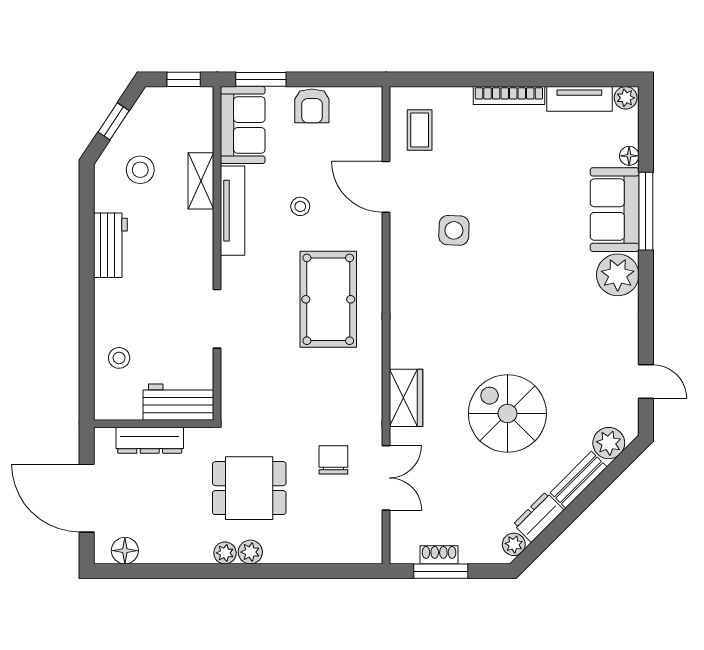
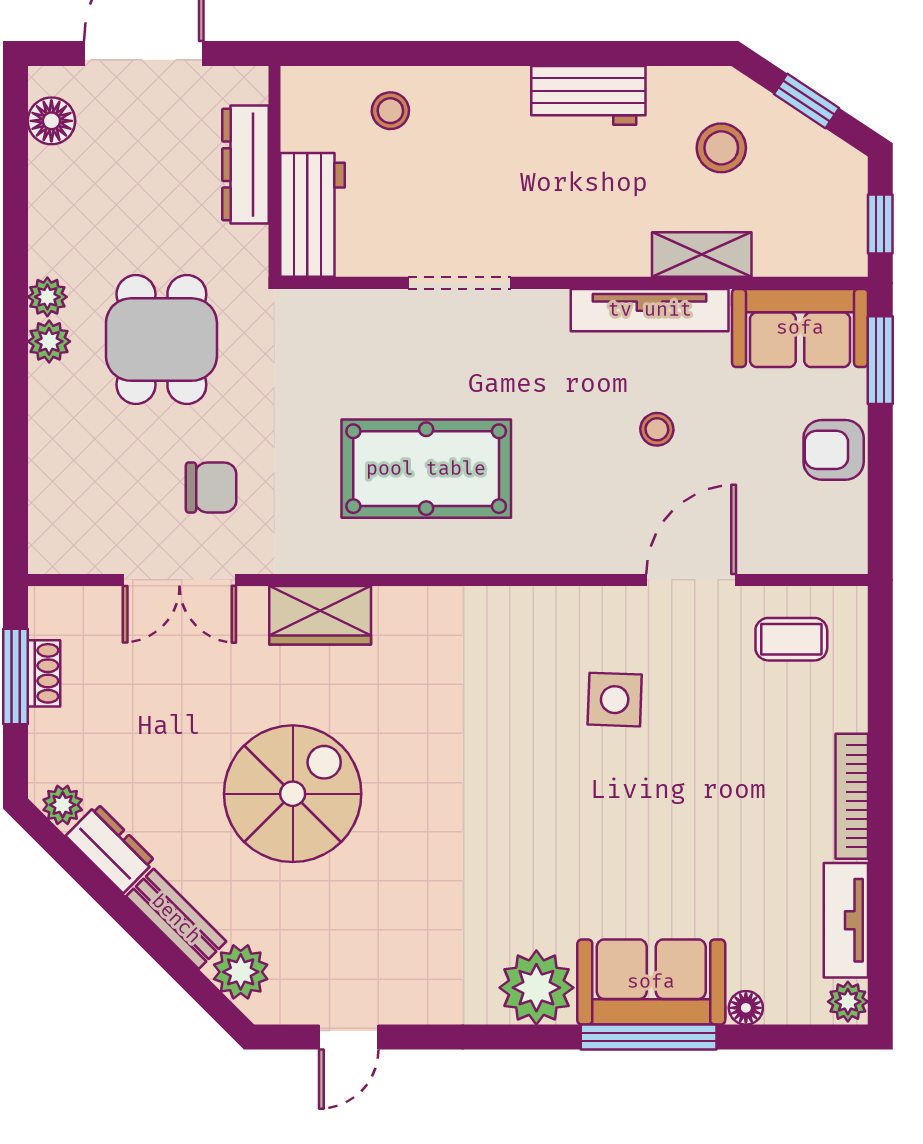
pool table: (328, 299) -> (426, 469), moved

